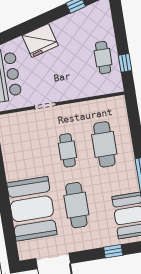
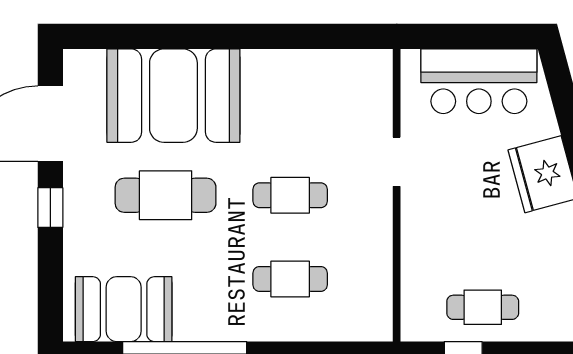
cafe table: (104, 144) -> (290, 279), width x0.73, depth x0.74
window: (113, 251) -> (50, 208), moved

